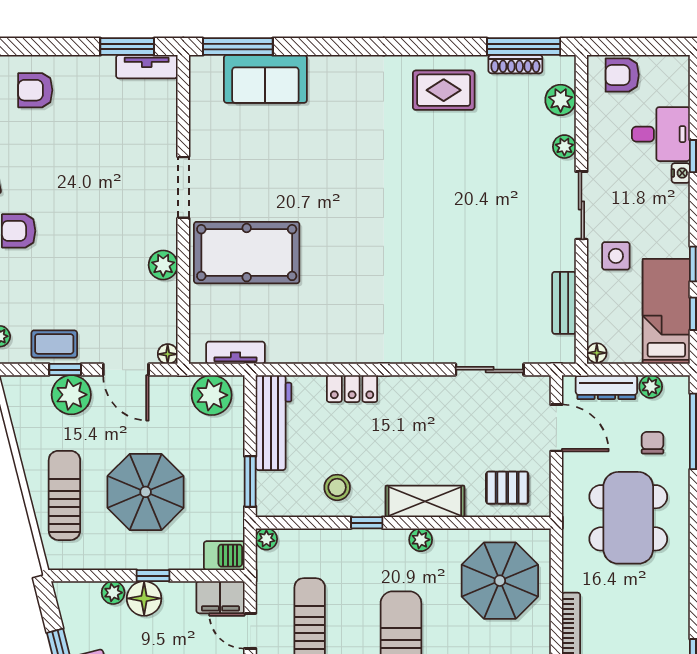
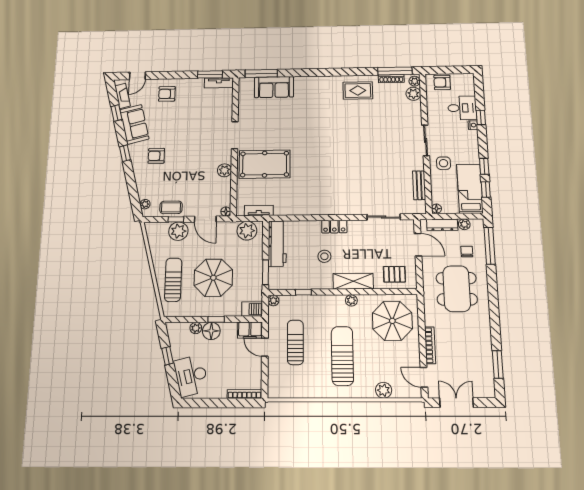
plant: (564, 147) -> (415, 81), moved
locker: (352, 389) -> (334, 227), moved
stool: (337, 487) -> (324, 256), moved
window: (367, 523) -> (303, 292), moved

